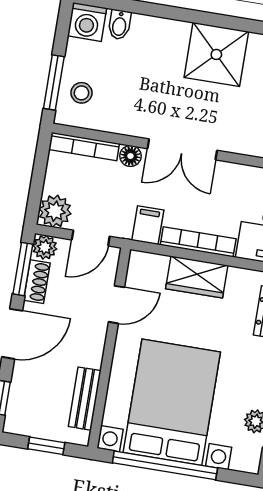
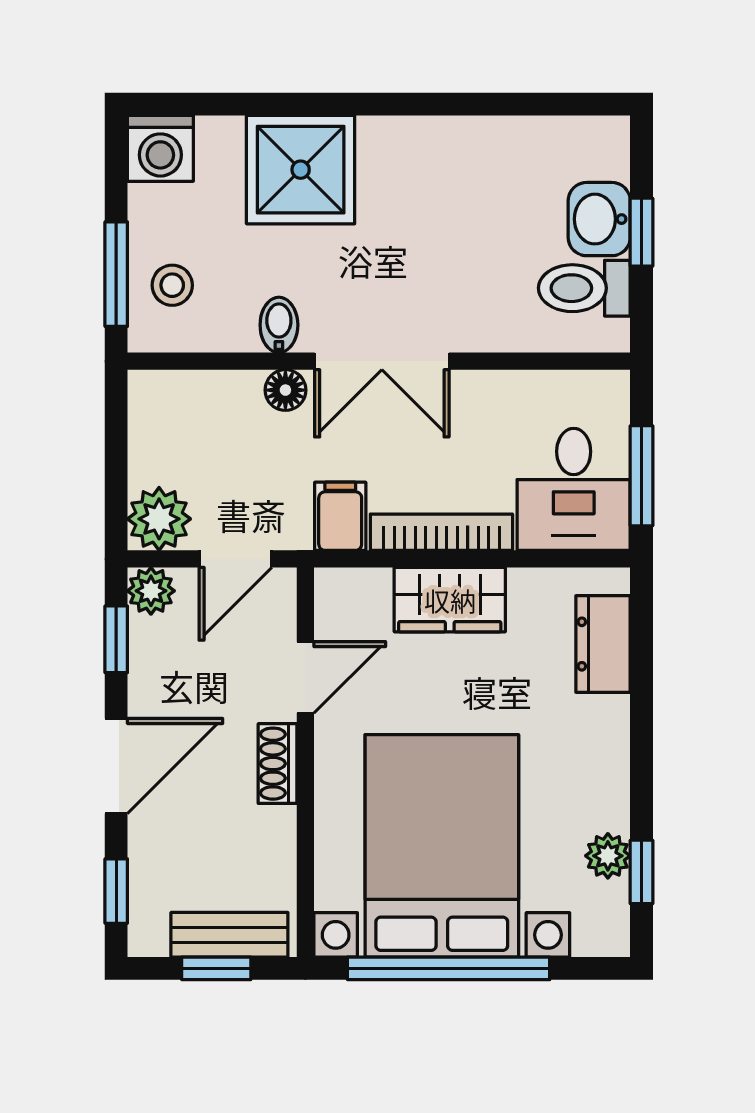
bidet: (119, 25) -> (279, 325), moved, turned 180
shower: (216, 54) -> (301, 170), moved
bookcase: (84, 147) -> (194, 387), removed
window: (23, 269) -> (116, 639), width x0.67
shoe rack: (37, 282) -> (278, 764), moved, turned 180
bench: (85, 399) -> (229, 935), moved, turned 90

